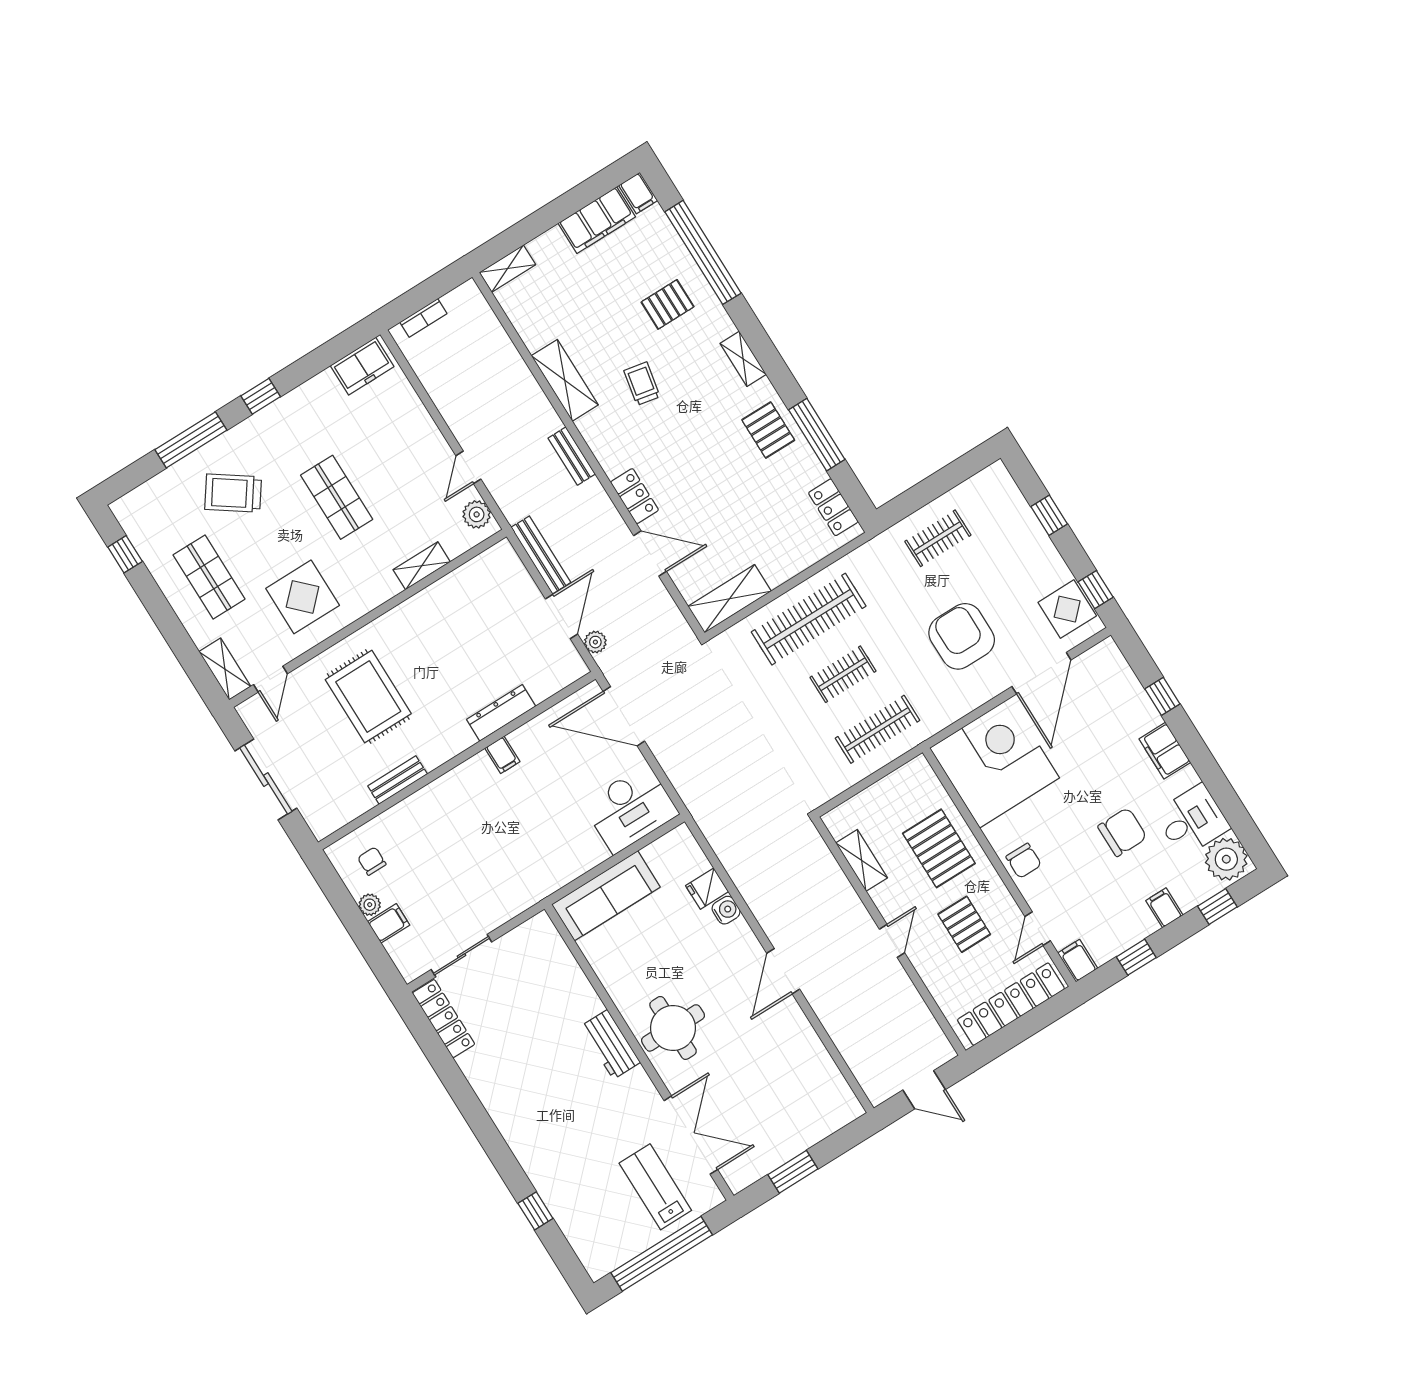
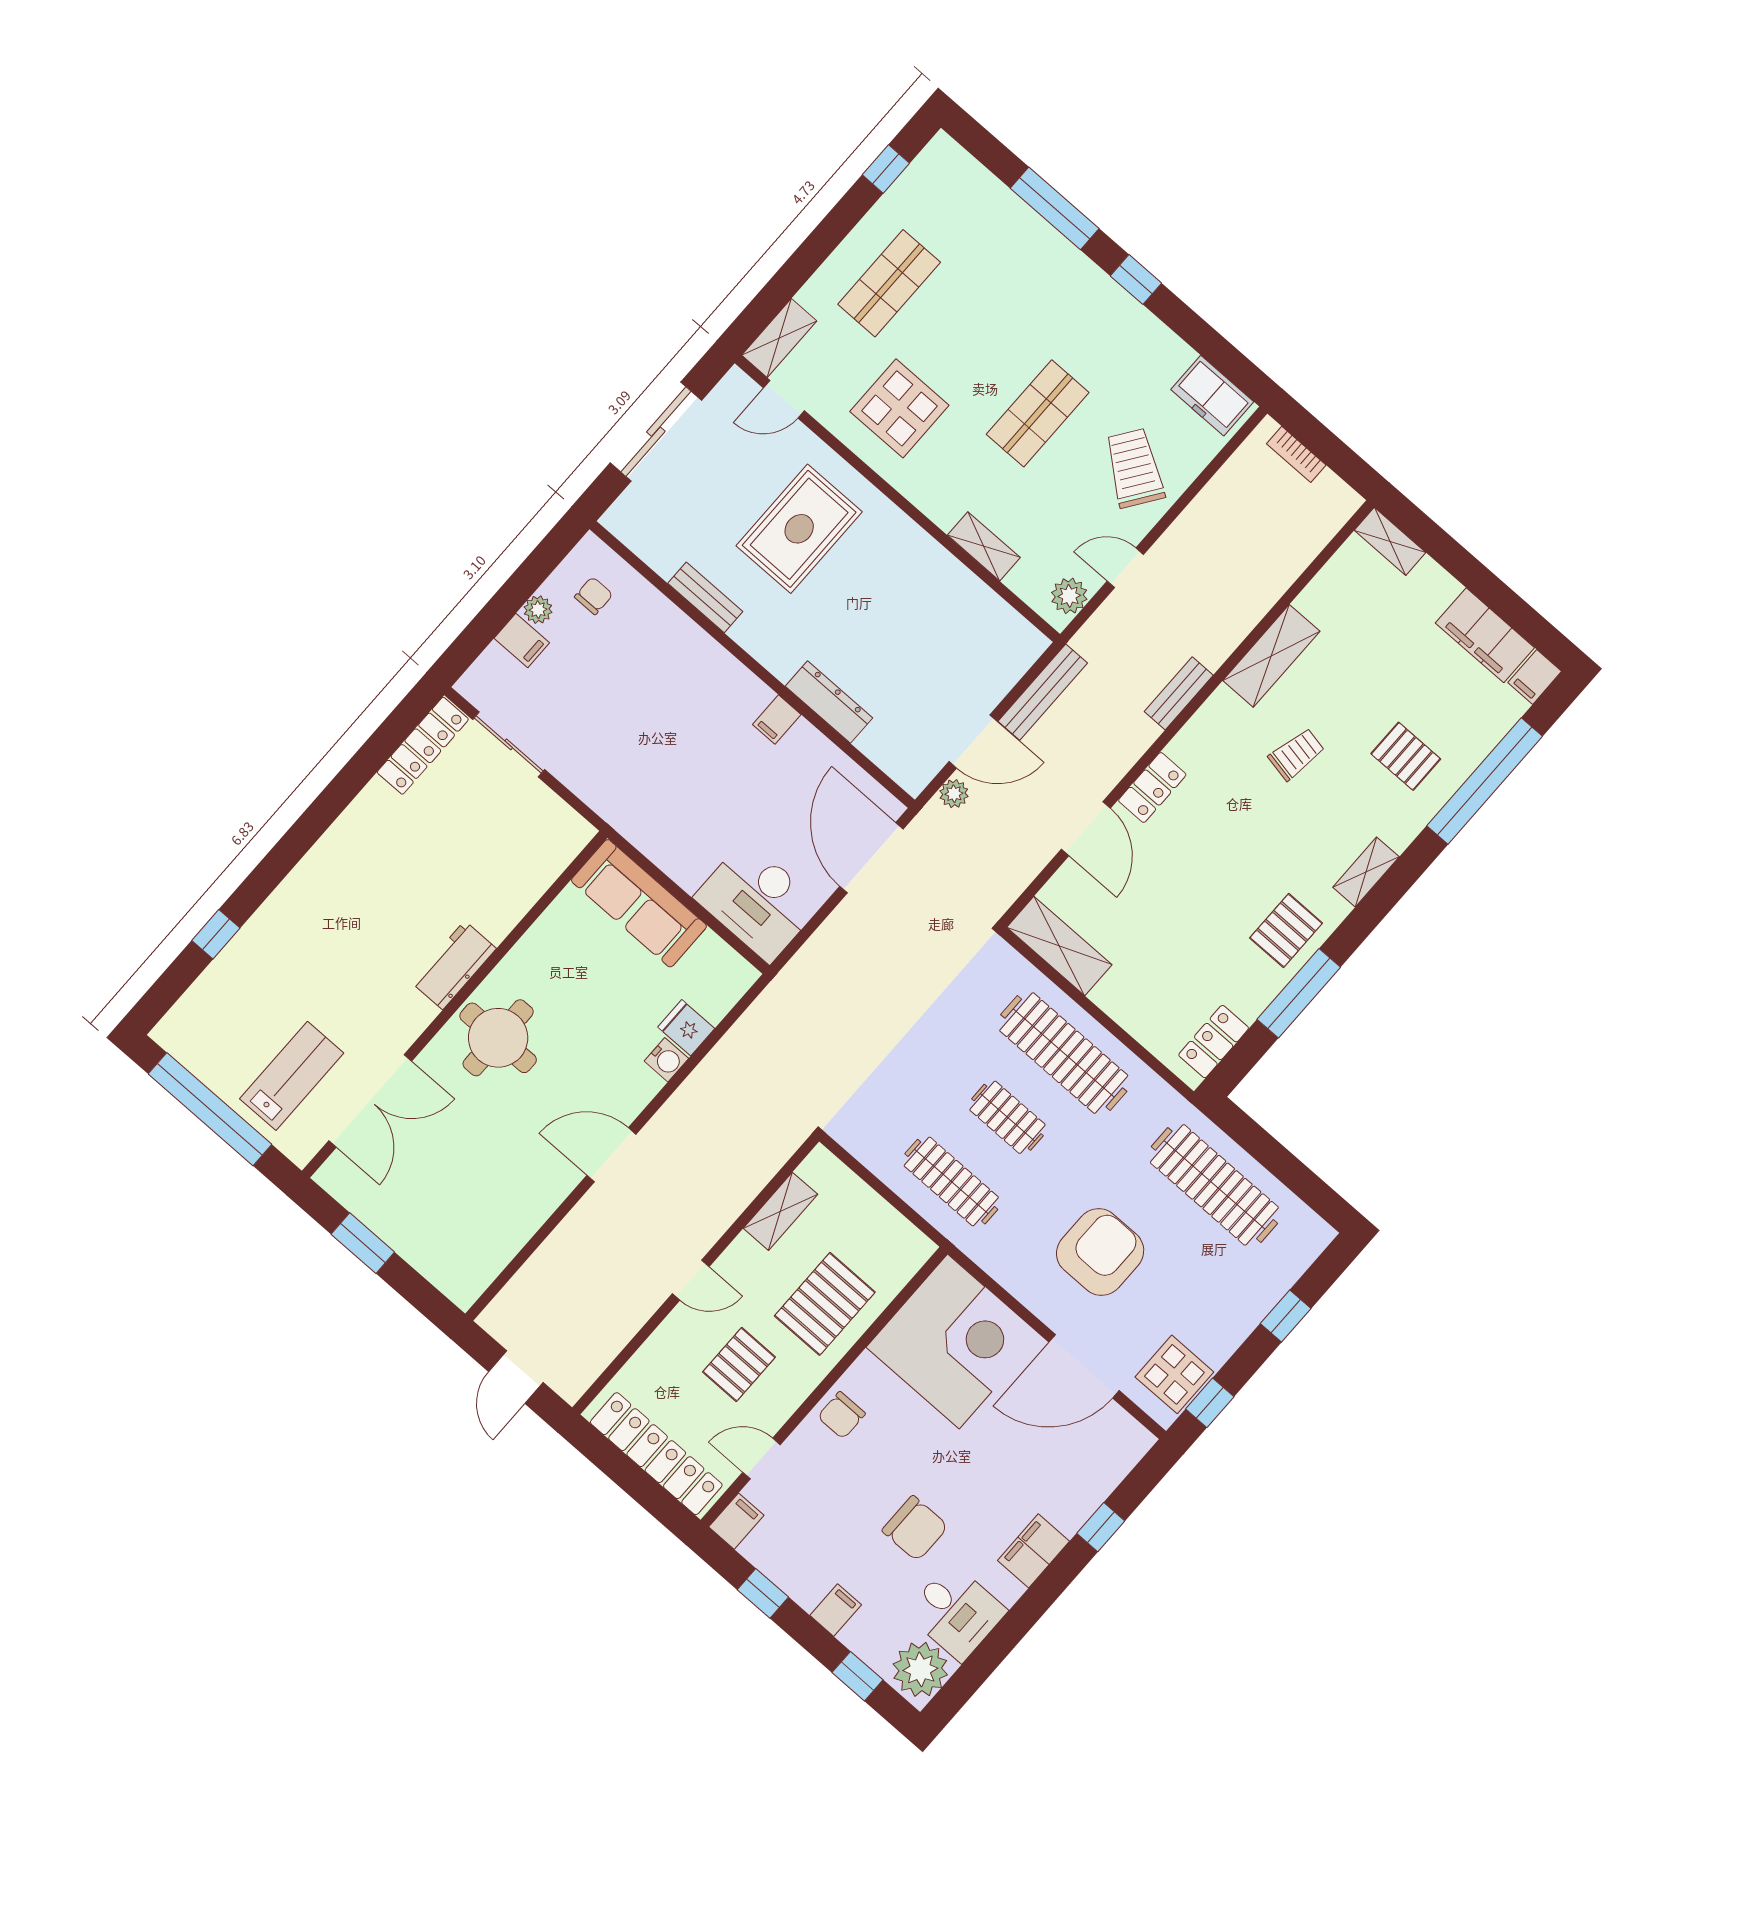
trolley: (233, 493) -> (1134, 468), moved
clothes rail: (938, 538) -> (1214, 1185), width x1.86, depth x1.31

